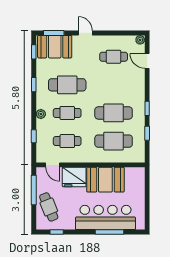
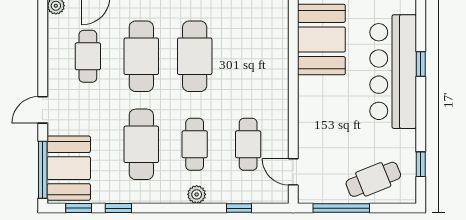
window: (54, 33) -> (43, 170), width x1.44
window: (34, 85) -> (118, 208), moved
cafe table: (114, 141) -> (141, 56), moved
door: (53, 165) -> (293, 172), swing flipped
fridge: (74, 177) -> (316, 131), removed
booth: (105, 180) -> (321, 39), moved
window: (109, 232) -> (421, 64), width x0.46

